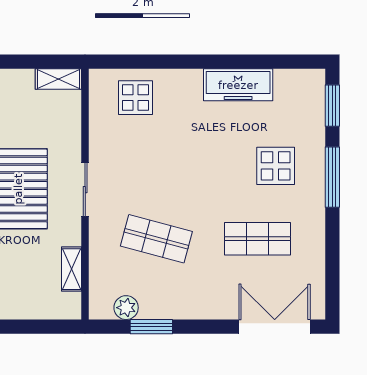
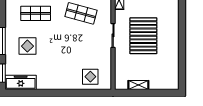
shelving: (58, 79) -> (138, 85), moved
freezer: (238, 85) -> (21, 82), moved

